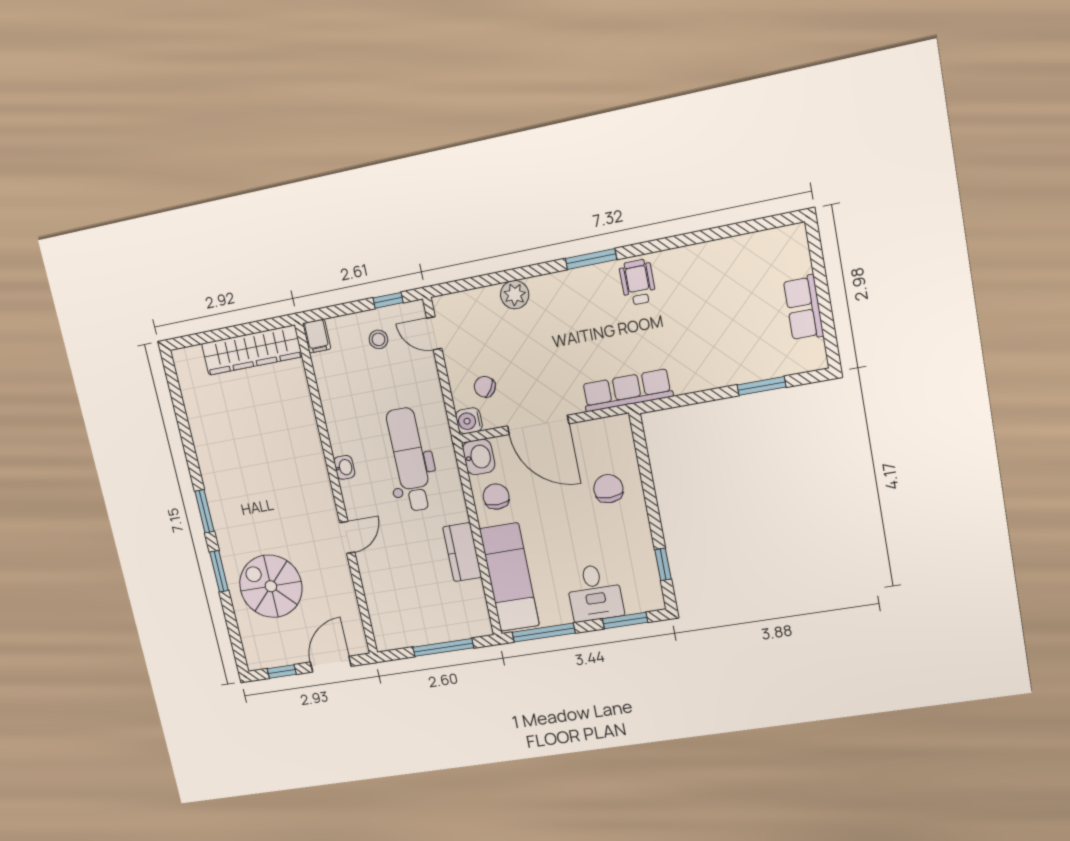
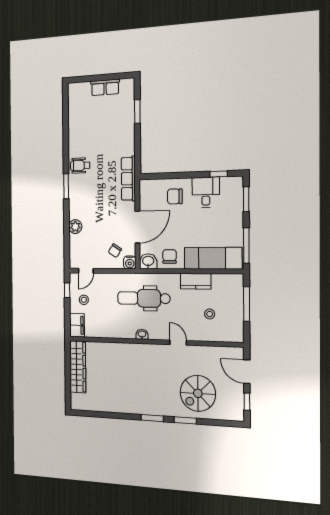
filing cabinet: (317, 336) -> (77, 325), width x2.00
chair: (496, 497) -> (170, 256), turned 90
stool: (411, 586) -> (210, 314), added
desk: (595, 593) -> (206, 192), moved, turned -90

